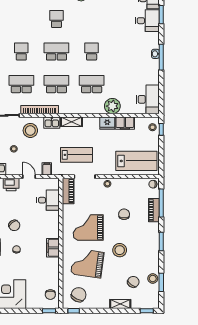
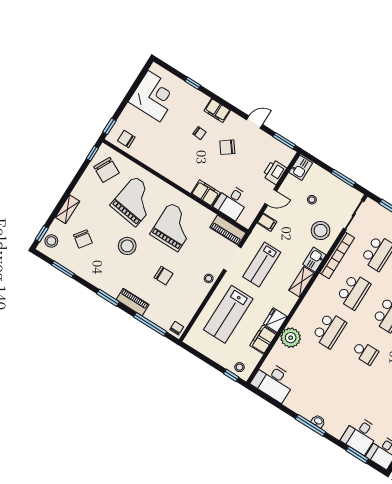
lab bench: (136, 161) -> (228, 314), moved
piano: (154, 210) -> (133, 302), moved
filing cabinet: (53, 248) -> (206, 193), moved
stool: (153, 279) -> (51, 241), moved

